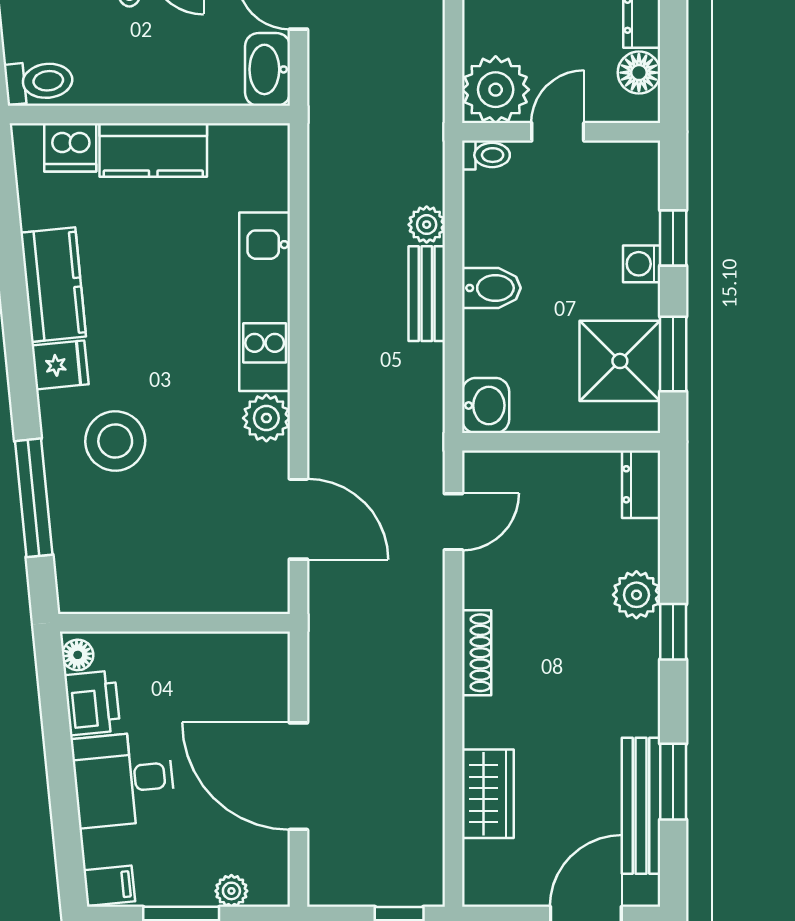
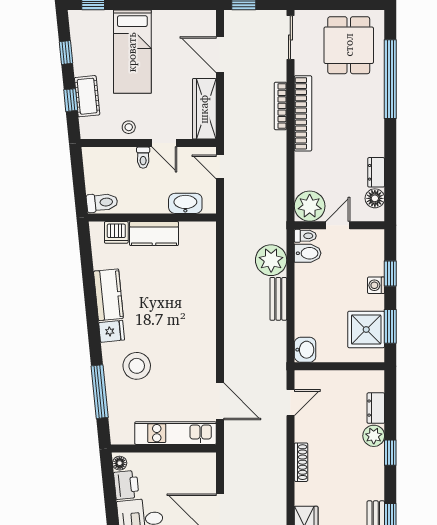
washbasin: (267, 69) -> (185, 203), moved, turned 90
plant: (427, 225) -> (271, 260), width x1.87, depth x1.87
bidet: (491, 288) -> (308, 253), moved
kitchen unit: (265, 302) -> (175, 433), moved, turned 90
plant: (266, 418) -> (205, 355), removed
dresser: (641, 484) -> (376, 408), moved

